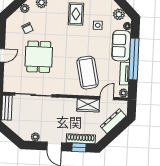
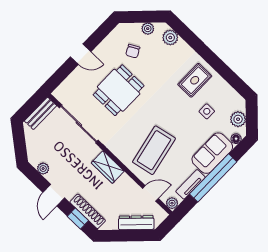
wardrobe: (88, 105) -> (108, 167), moved

